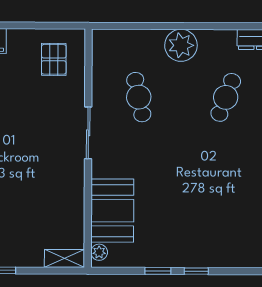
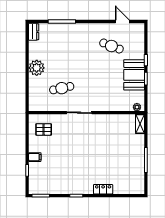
cafe table: (226, 97) -> (111, 46), moved
booth: (112, 211) -> (134, 75), moved, turned 90

